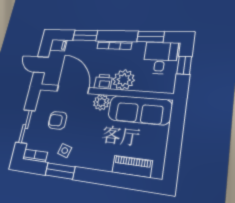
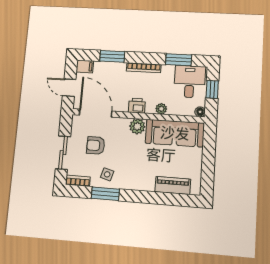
plant: (124, 80) -> (161, 109), width x0.53, depth x0.53
floor lamp: (169, 88) -> (200, 112), added
door: (73, 89) -> (96, 113), moved

